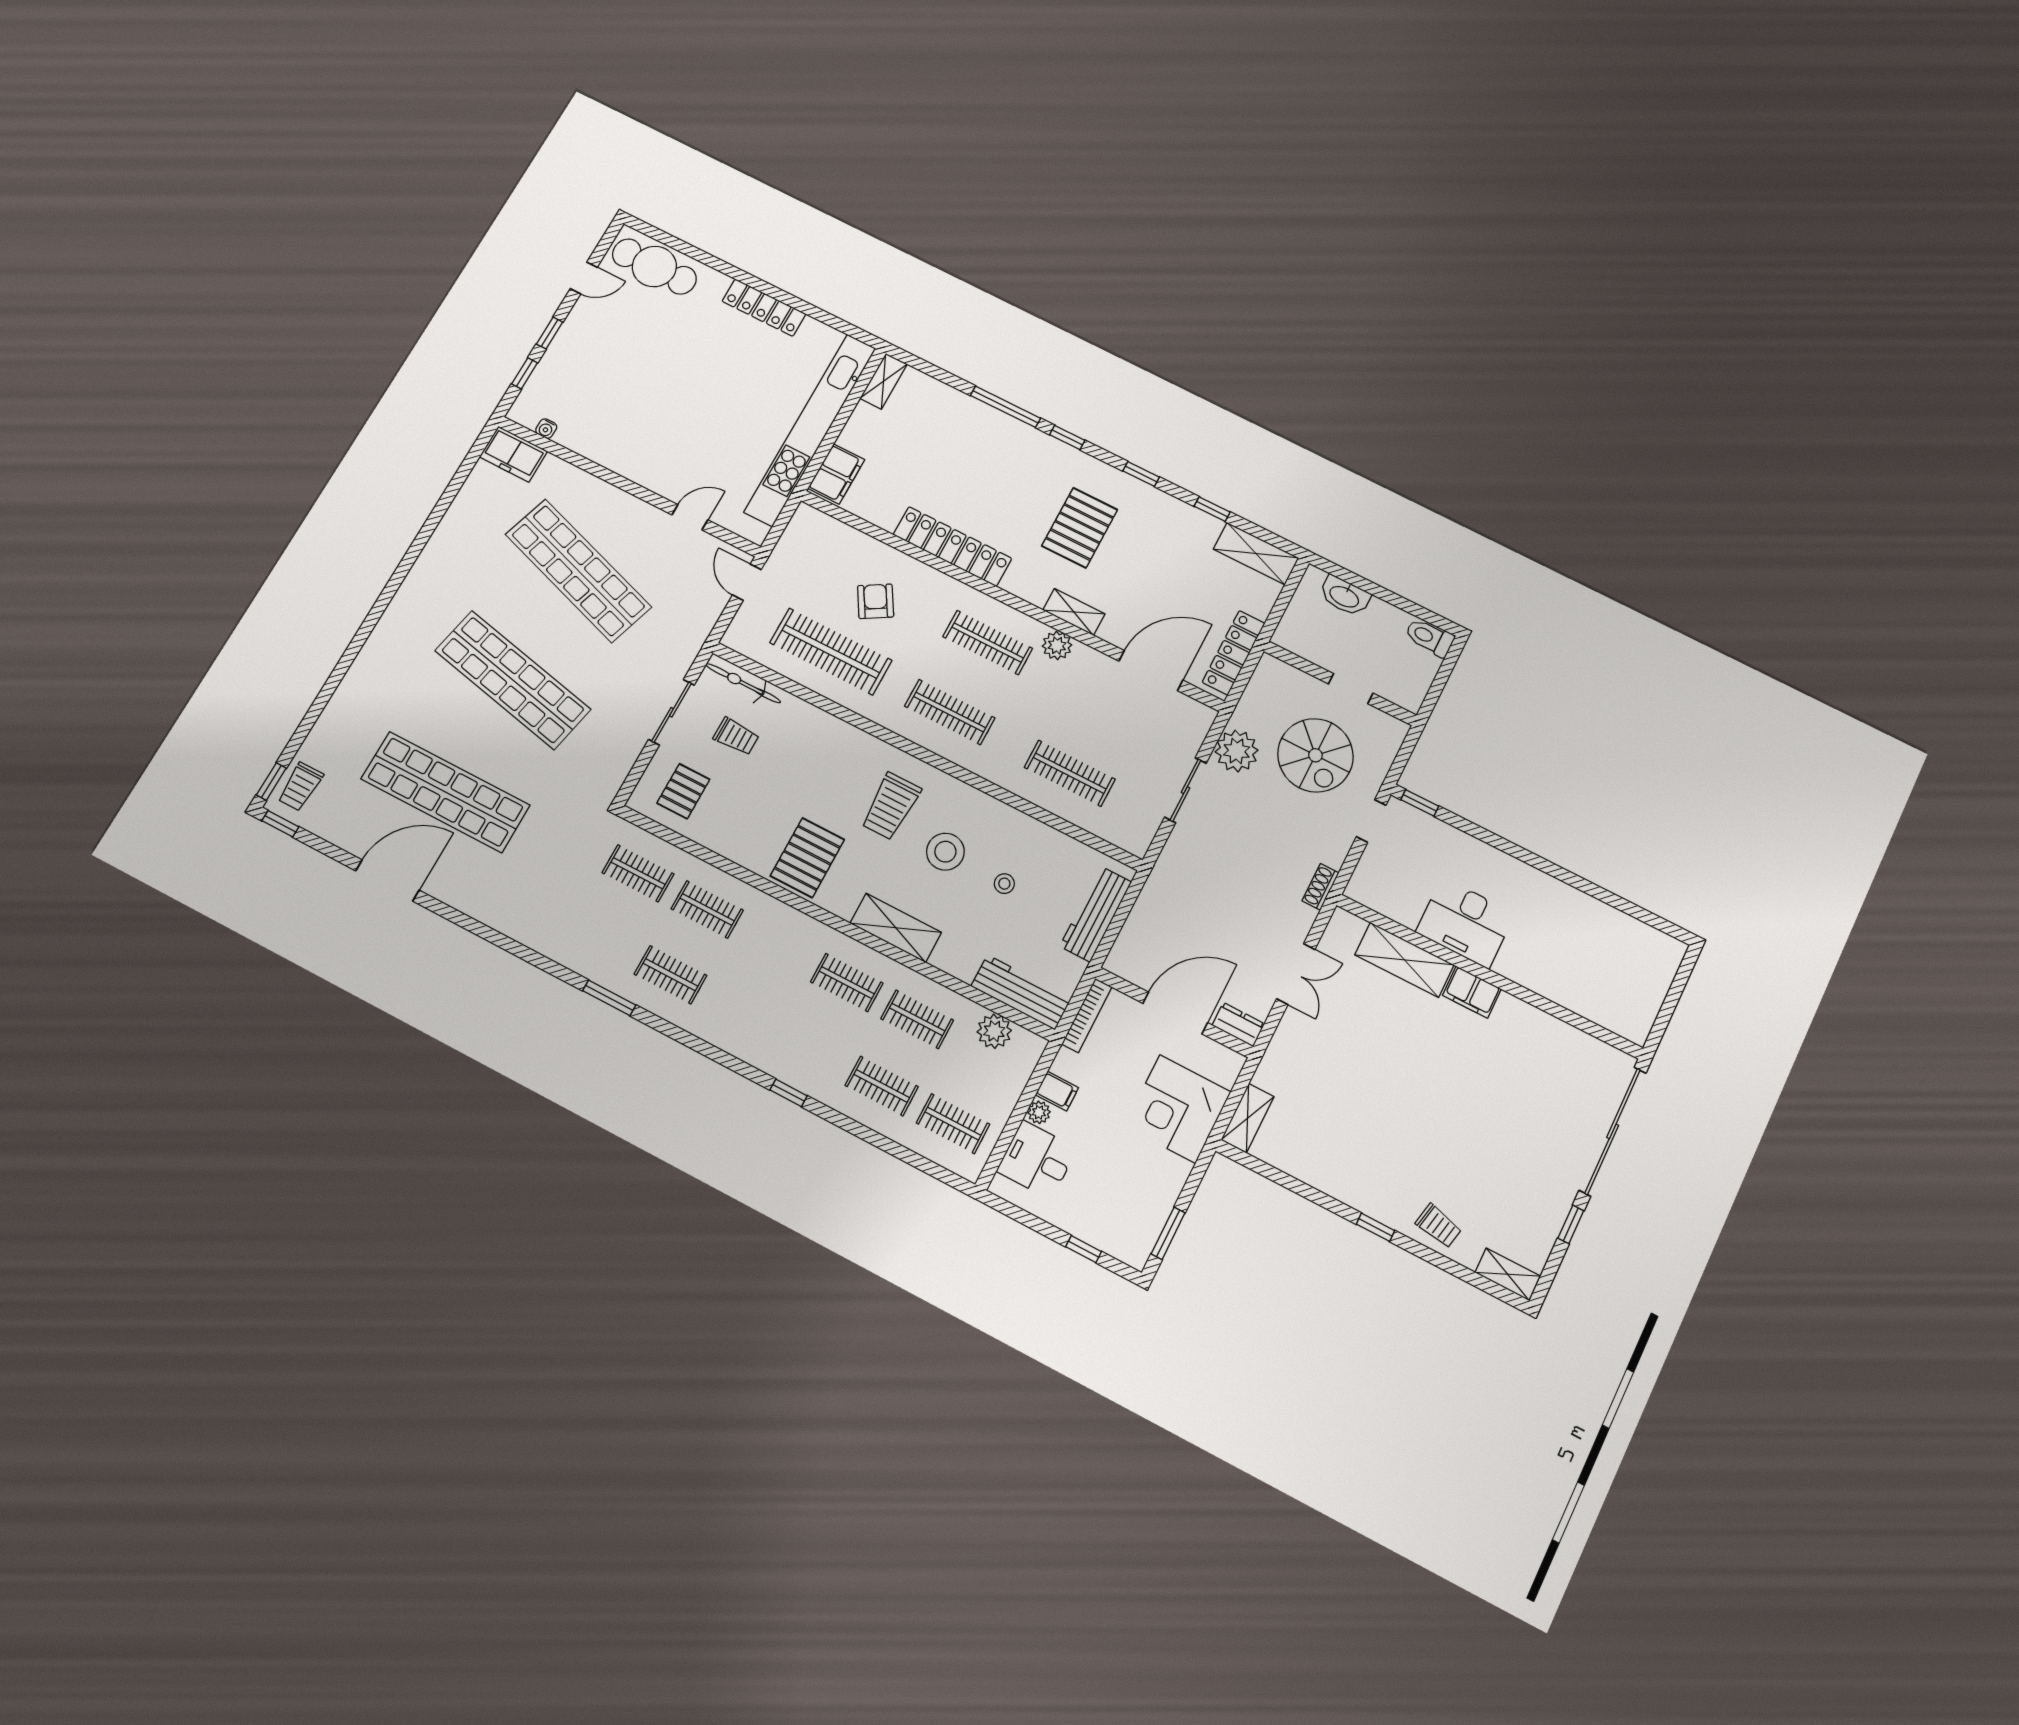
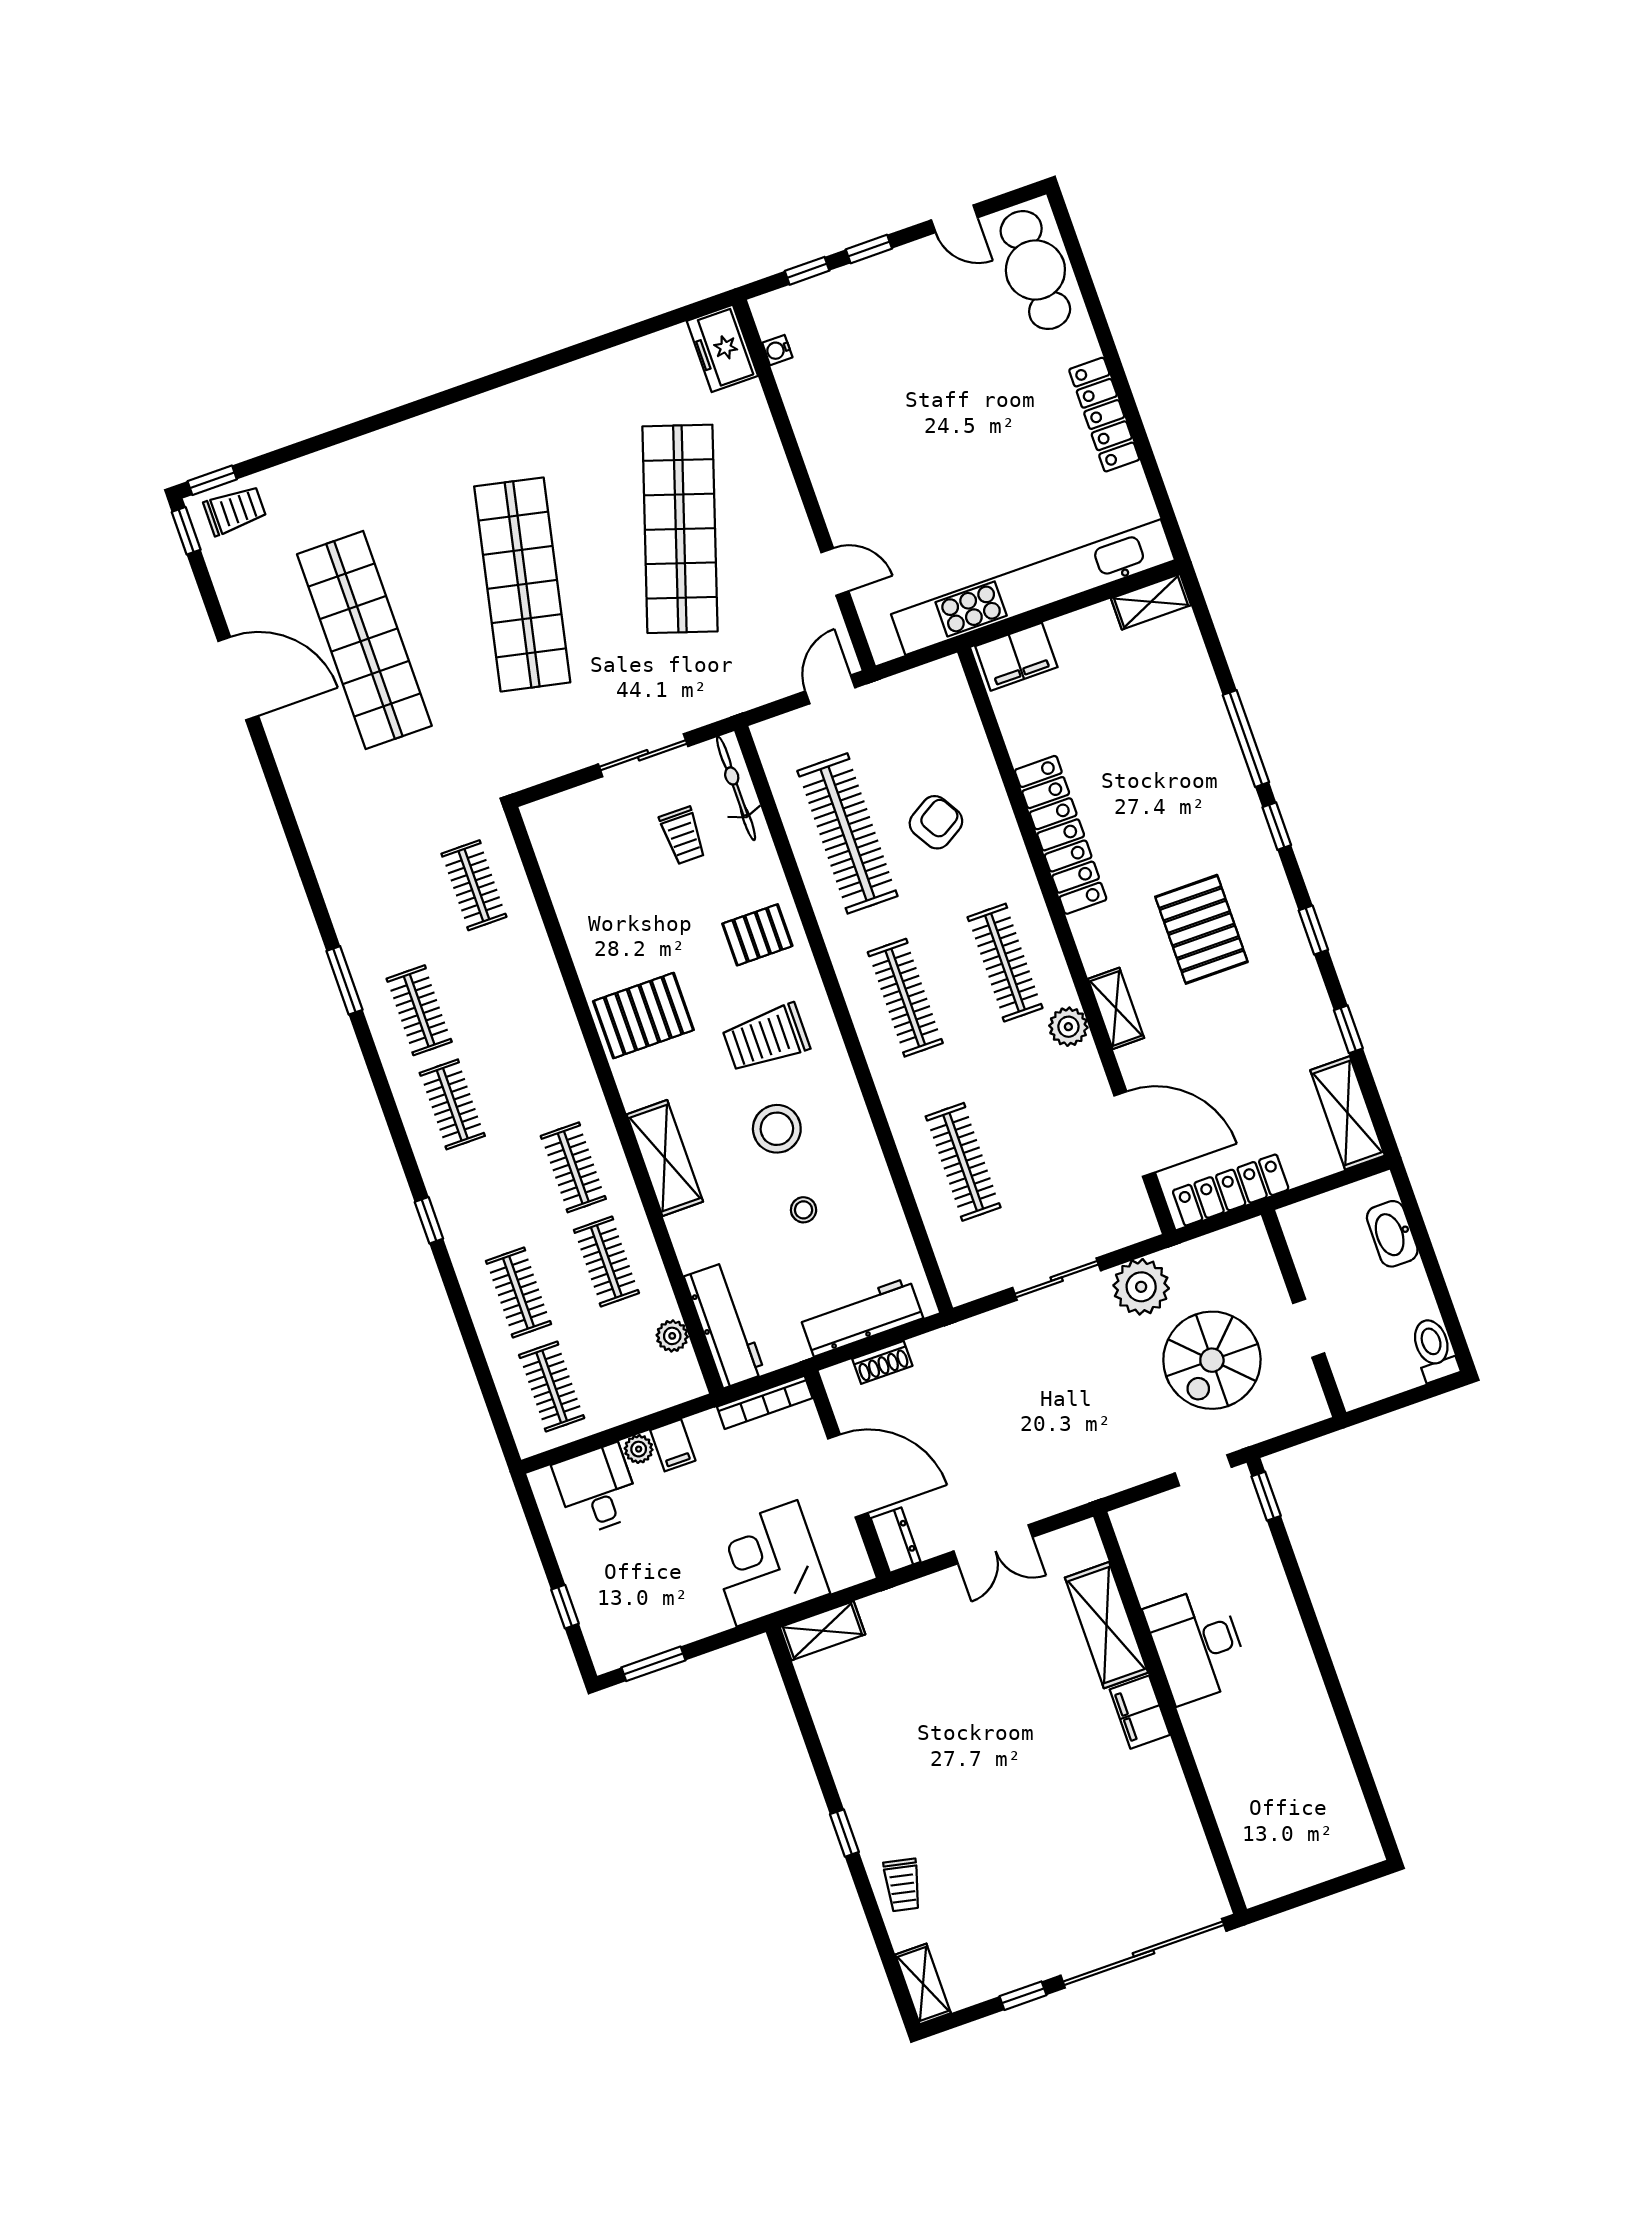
pallet: (1080, 528) -> (1201, 929), turned 90
trolley: (300, 787) -> (235, 510), turned 180
pallet: (683, 791) -> (757, 935), moved
shoe rack: (1320, 887) -> (882, 1362), moved, turned 180
clothes rail: (707, 909) -> (452, 1104), moved
plant: (994, 1031) -> (672, 1336), width x0.73, depth x0.73

